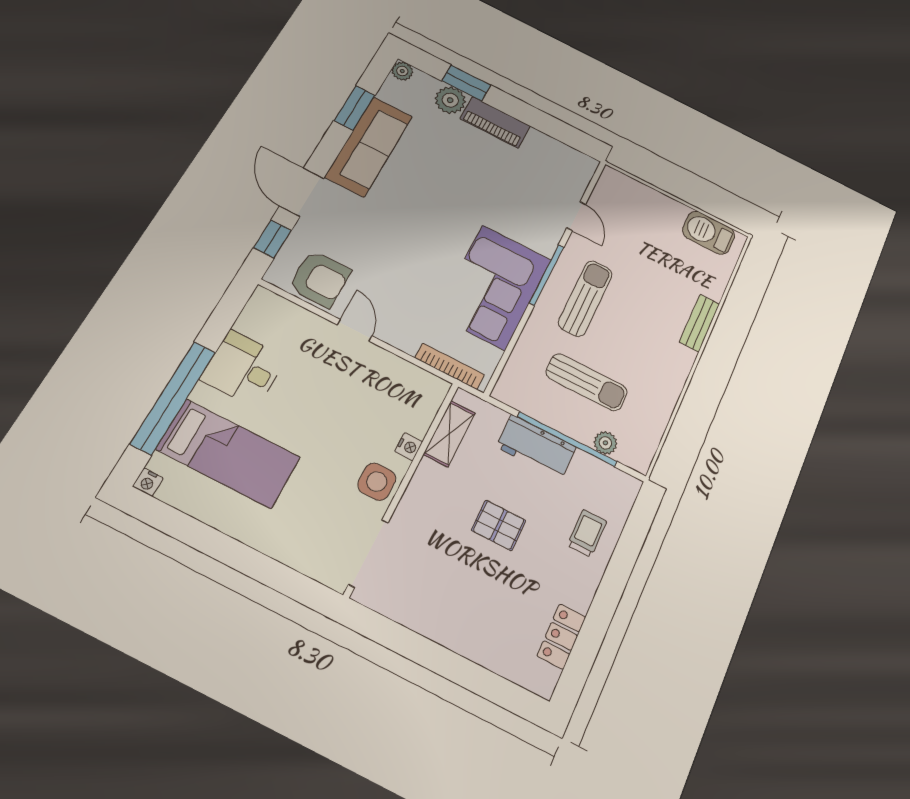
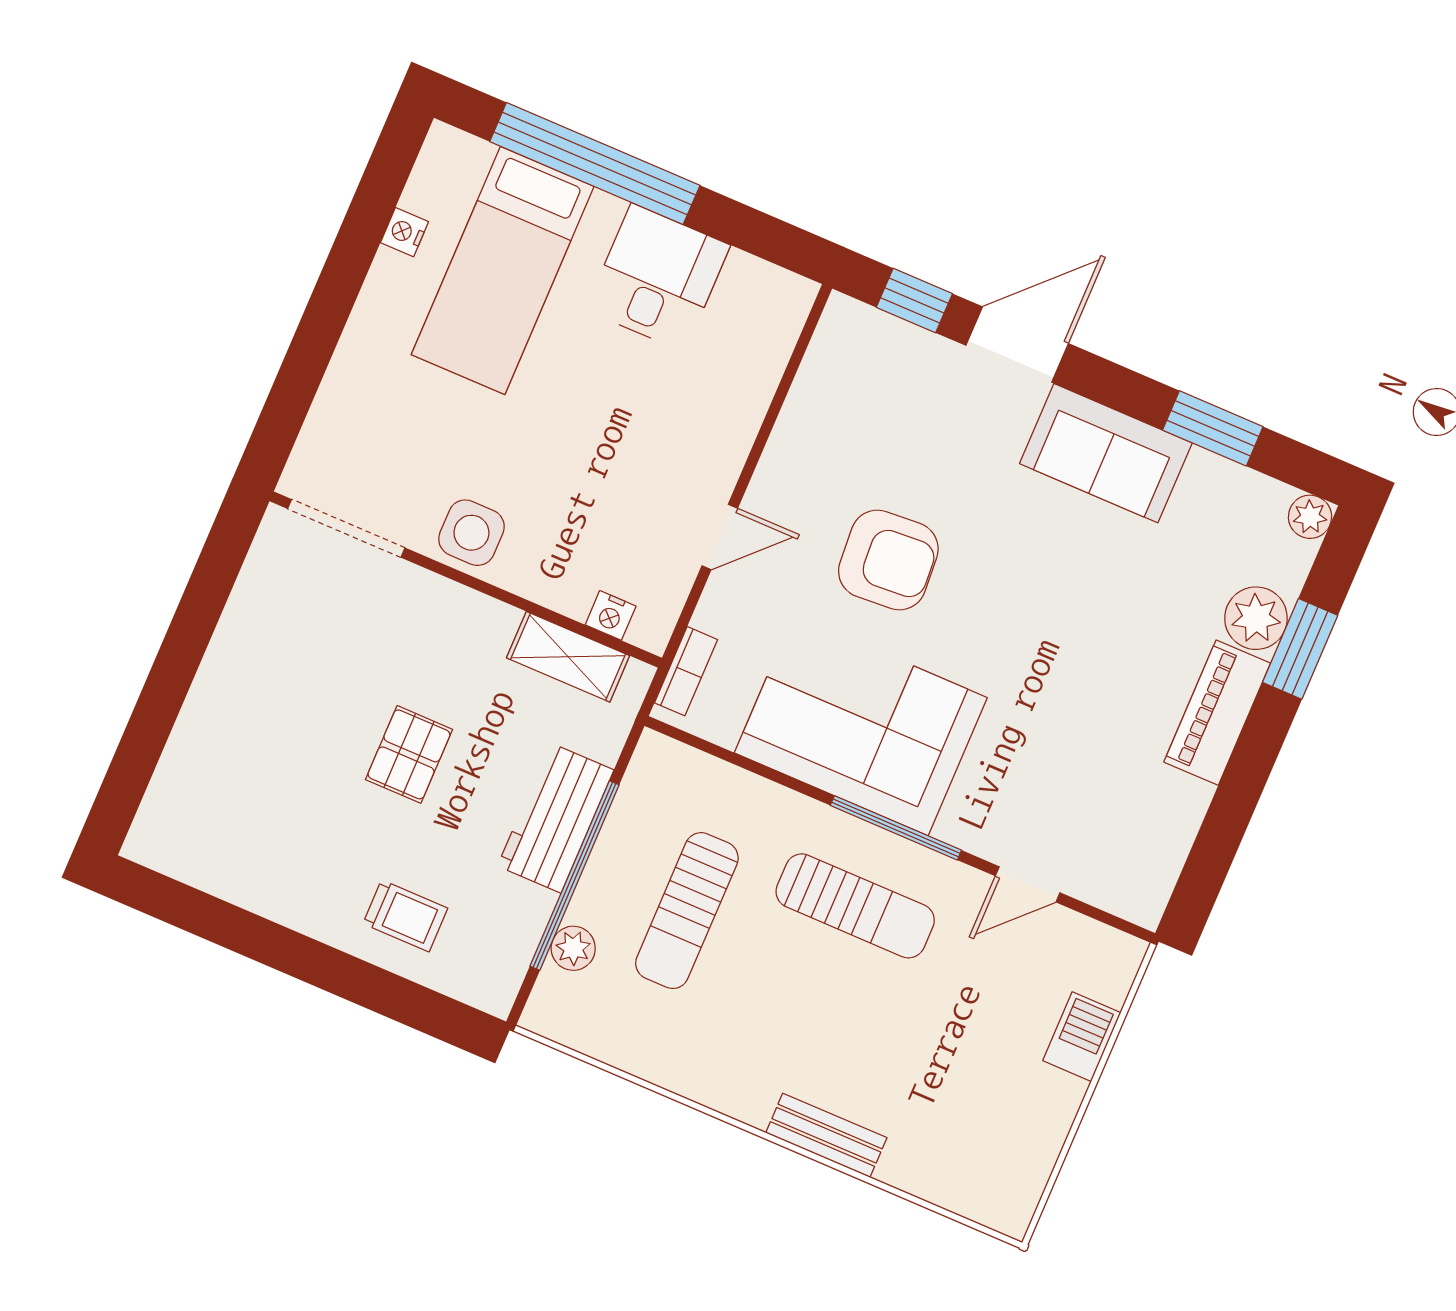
sofa: (369, 146) -> (1106, 453), width x0.73
barbecue: (709, 233) -> (1082, 1037), moved, width x0.73, depth x0.79
armchair: (320, 279) -> (888, 560), moved, turned -94
door: (355, 330) -> (720, 537), moved
bookcase: (450, 366) -> (686, 671), width x0.64
nightstand: (409, 447) -> (611, 615), moved
nightstand: (148, 482) -> (404, 232), moved
locker: (561, 636) -> (225, 873), removed

